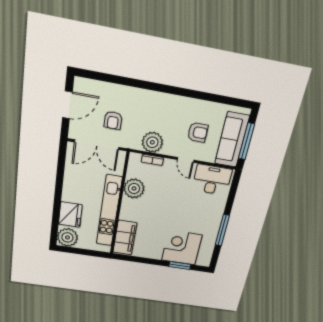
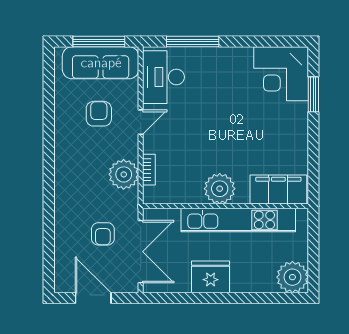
armchair: (113, 120) -> (103, 234), turned 90
plant: (134, 188) -> (220, 189), moved
fridge: (70, 214) -> (211, 277), moved
window: (222, 230) -> (193, 42), moved
corner desk: (182, 248) -> (281, 74), moved

